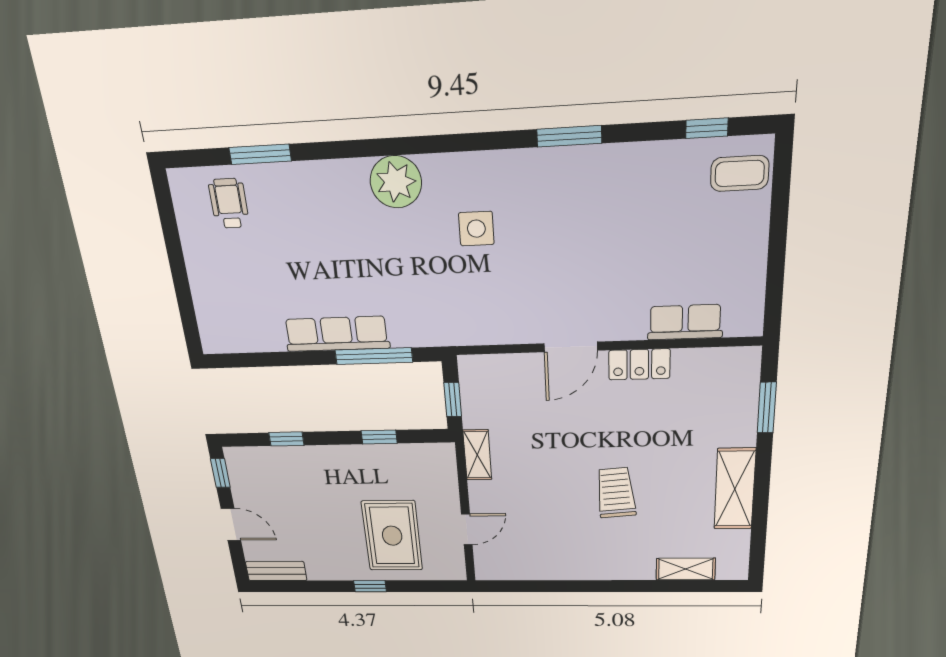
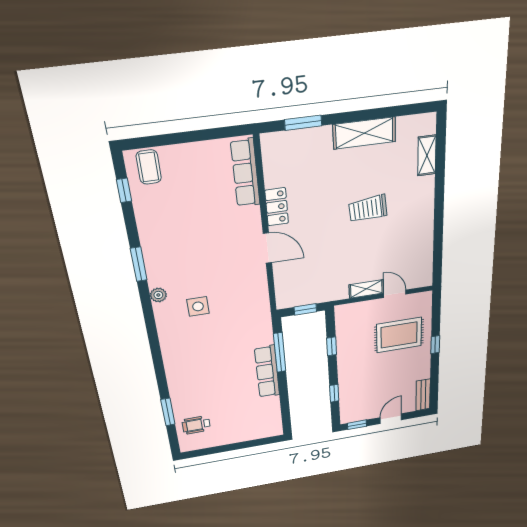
plant: (396, 182) -> (158, 295), moved, width x0.53, depth x0.53
row of seats: (685, 322) -> (245, 173), width x1.48
shelving: (477, 455) -> (366, 289), moved

